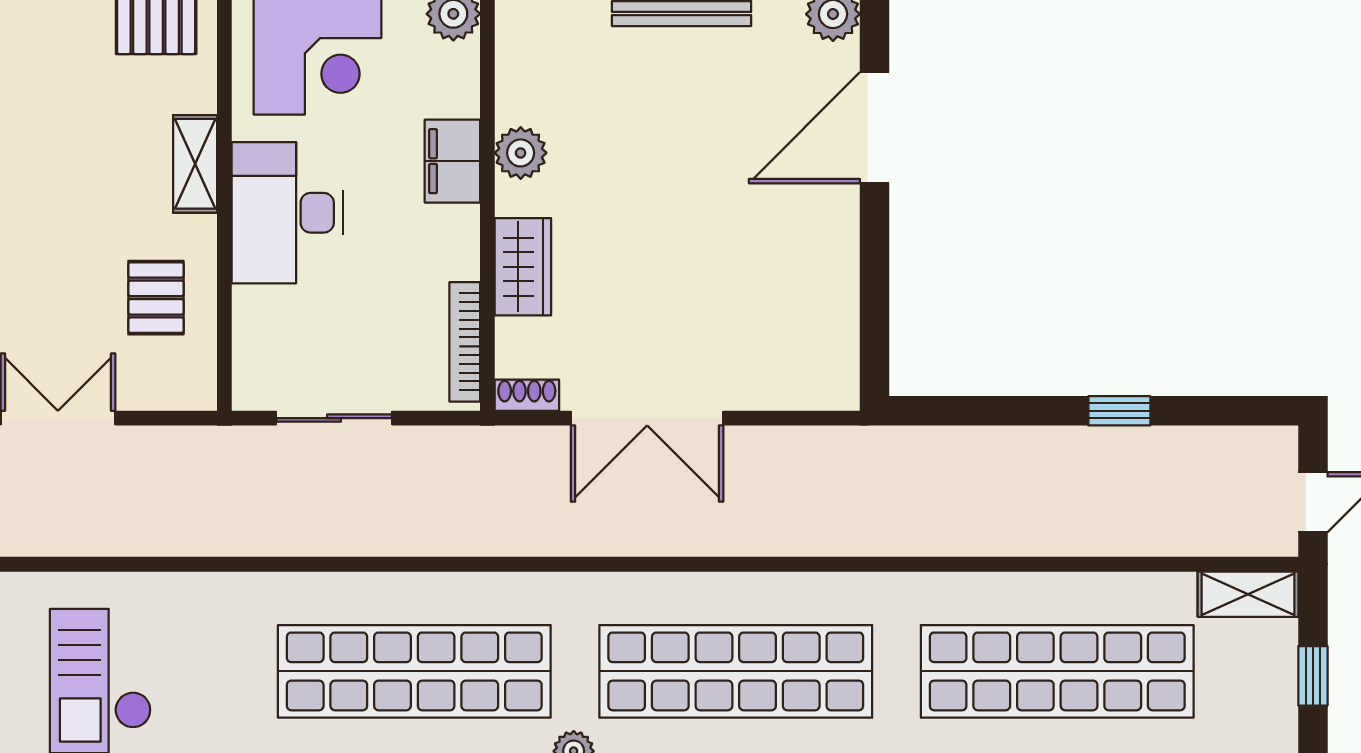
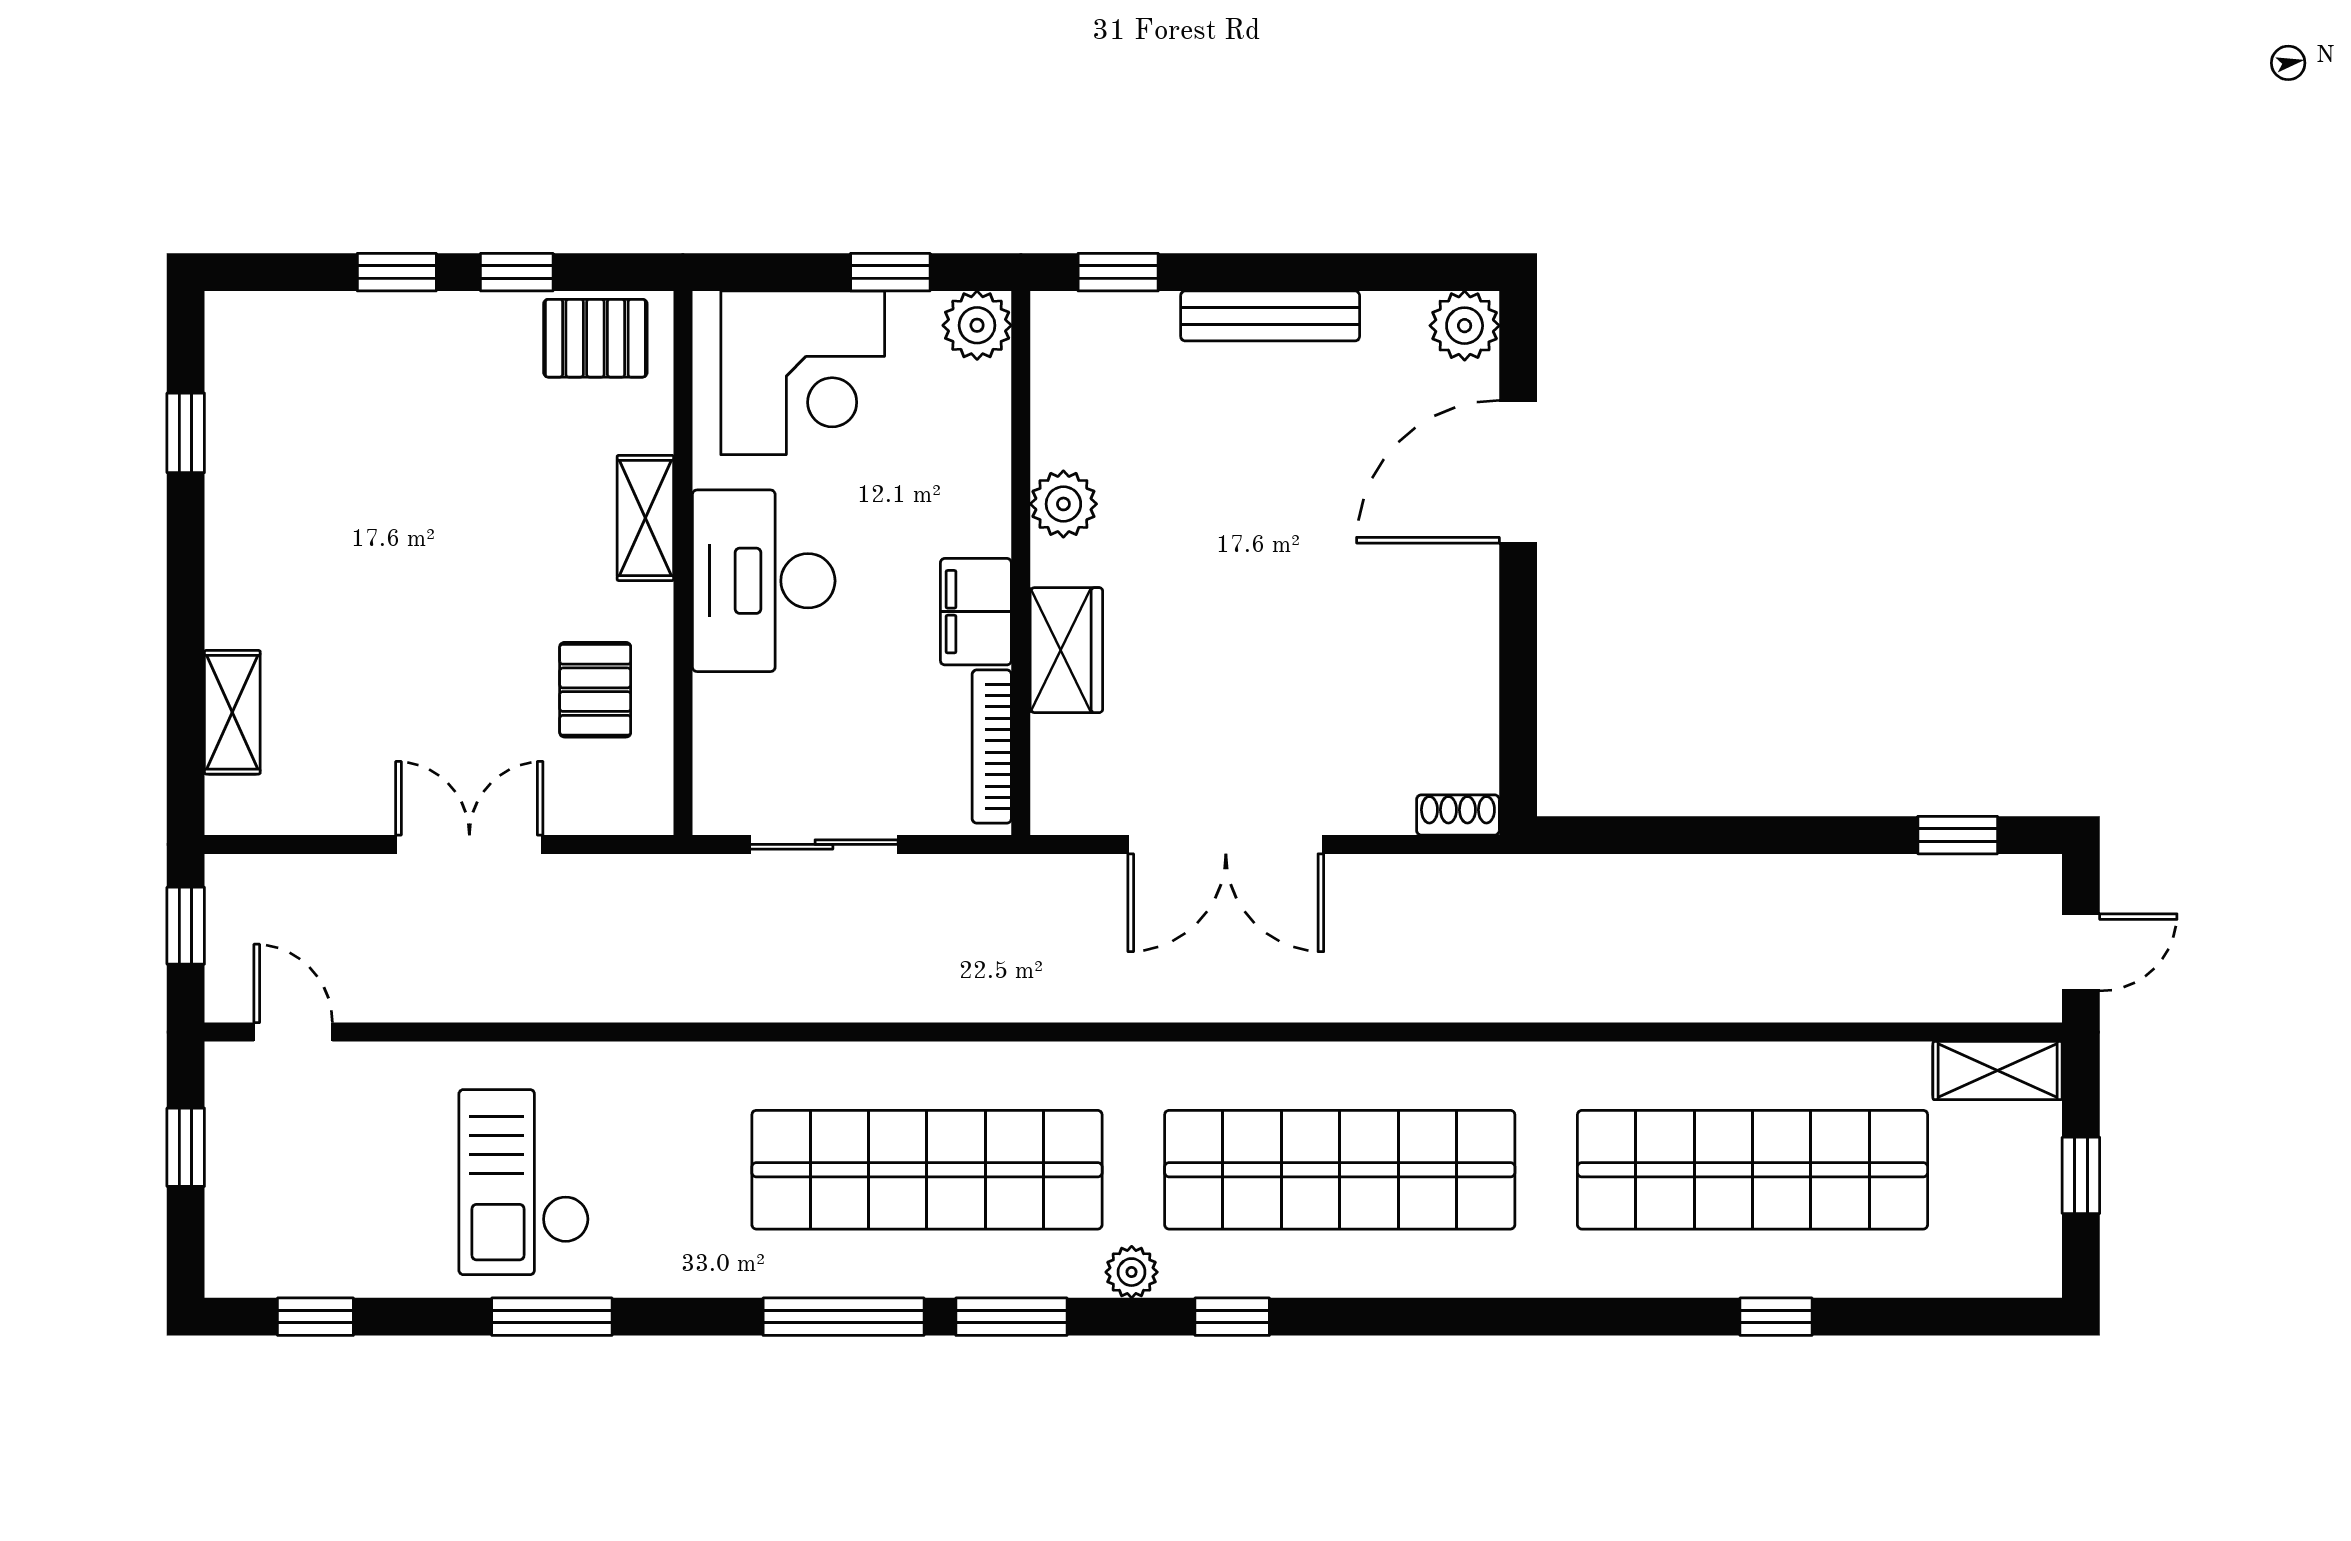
filing cabinet: (452, 161) -> (976, 612), moved
shoe rack: (527, 395) -> (1458, 815), moved
window: (1119, 411) -> (1958, 835), moved

